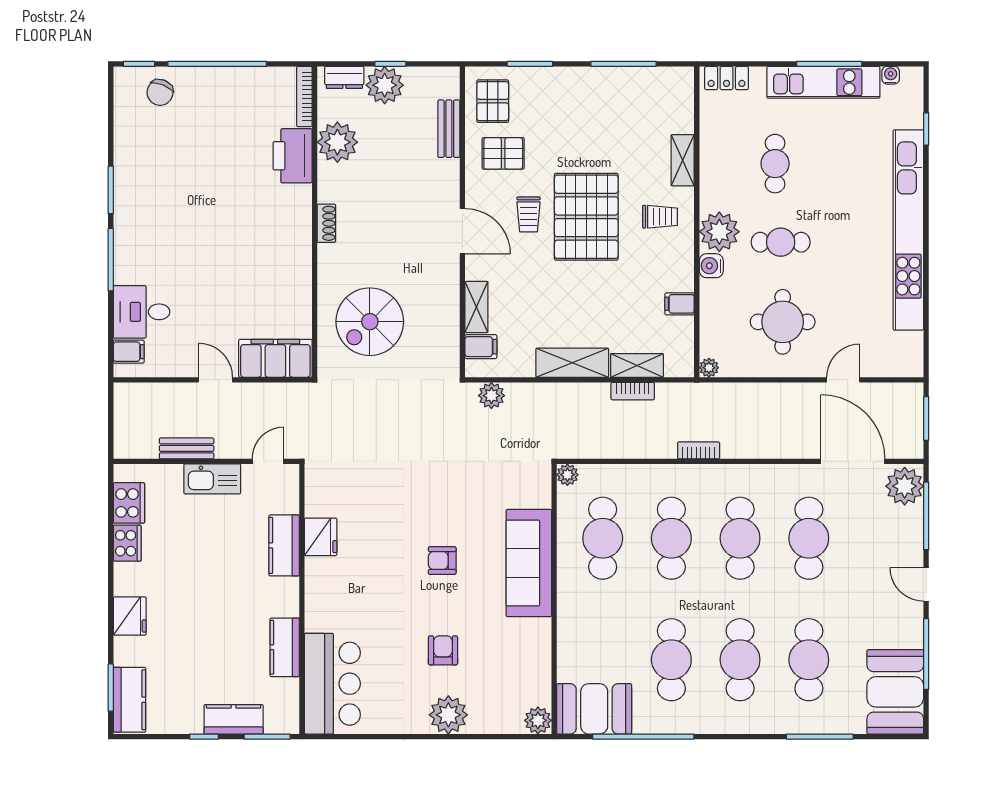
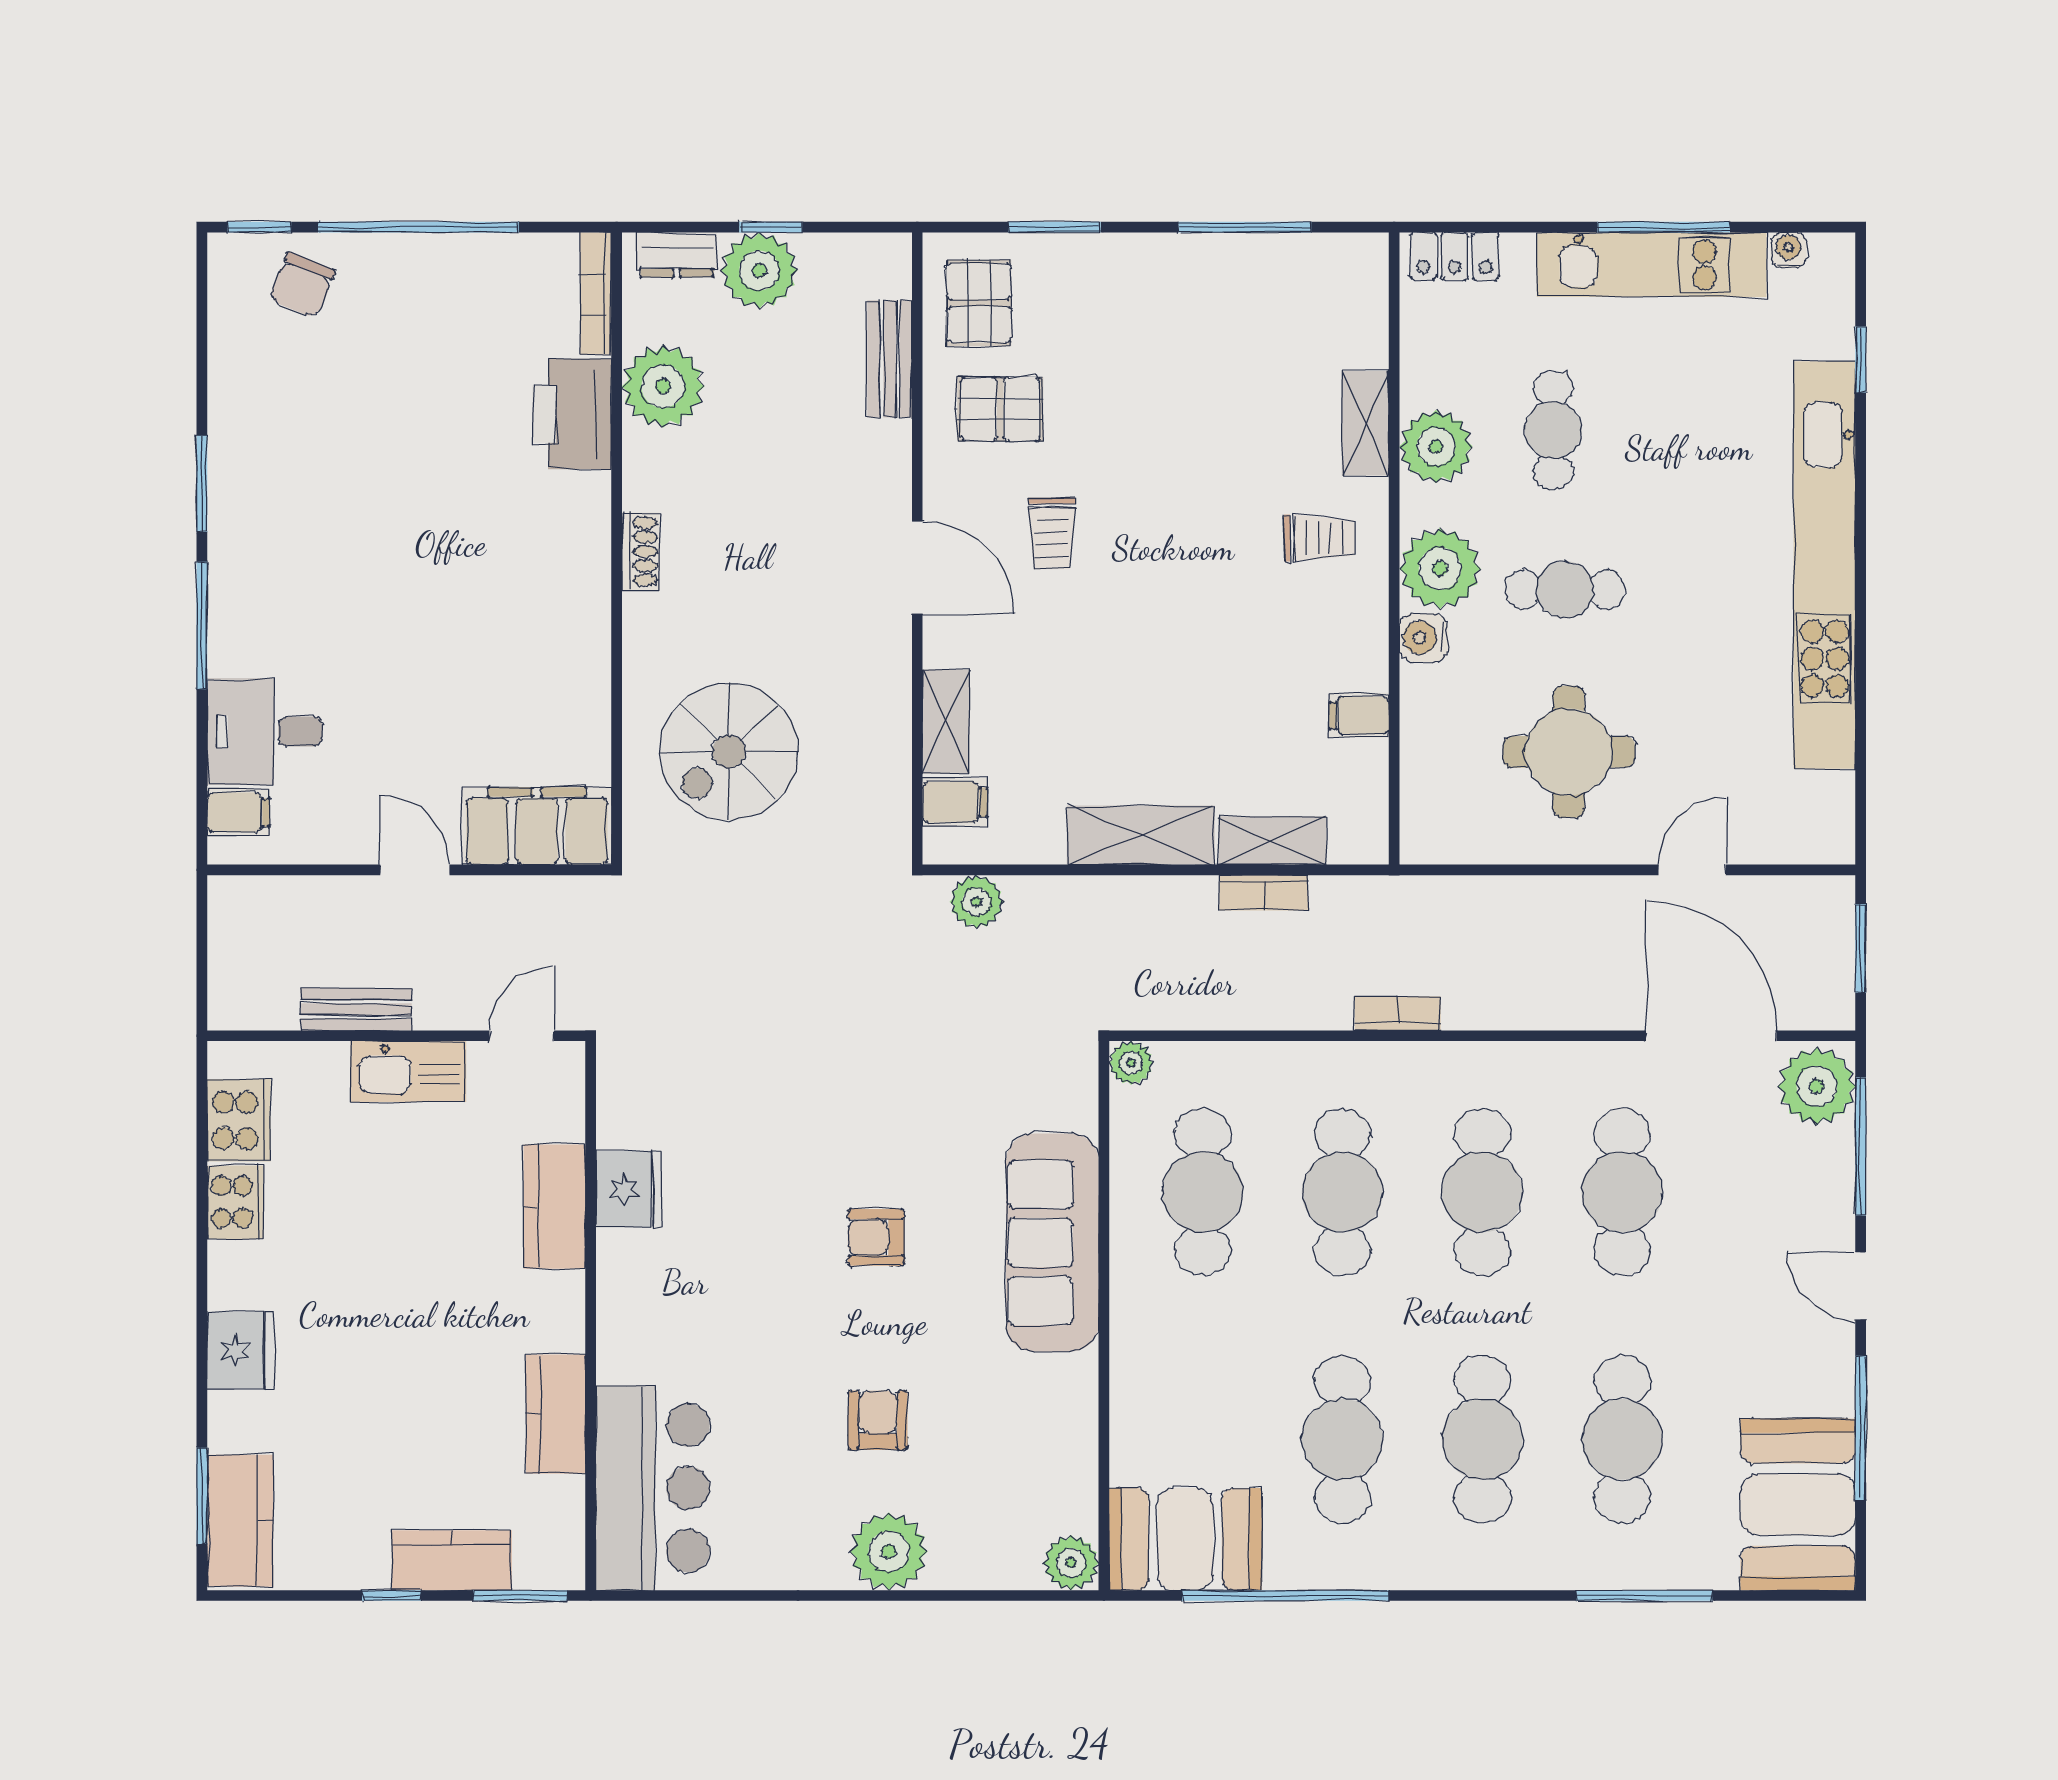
pallet: (586, 217) -> (1169, 538), removed
plant: (709, 368) -> (1436, 446), moved, width x1.88, depth x1.88

